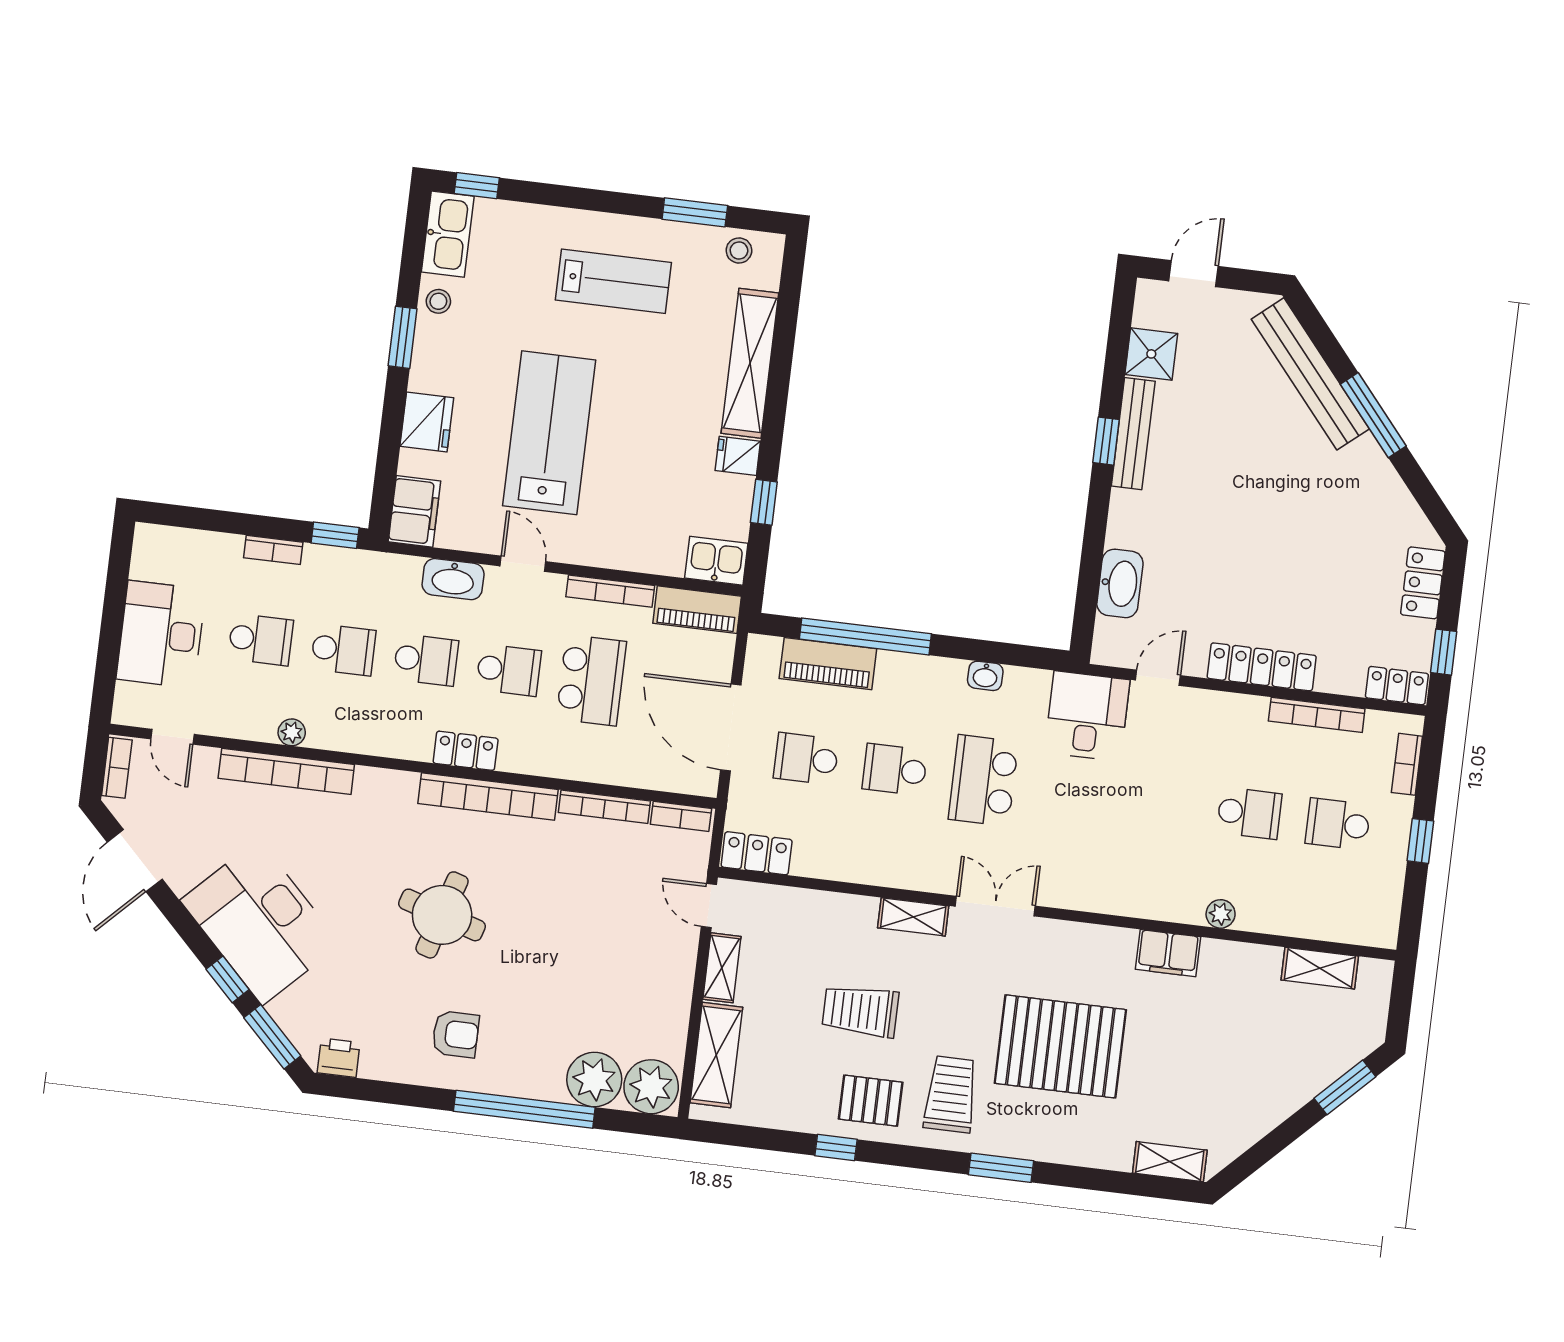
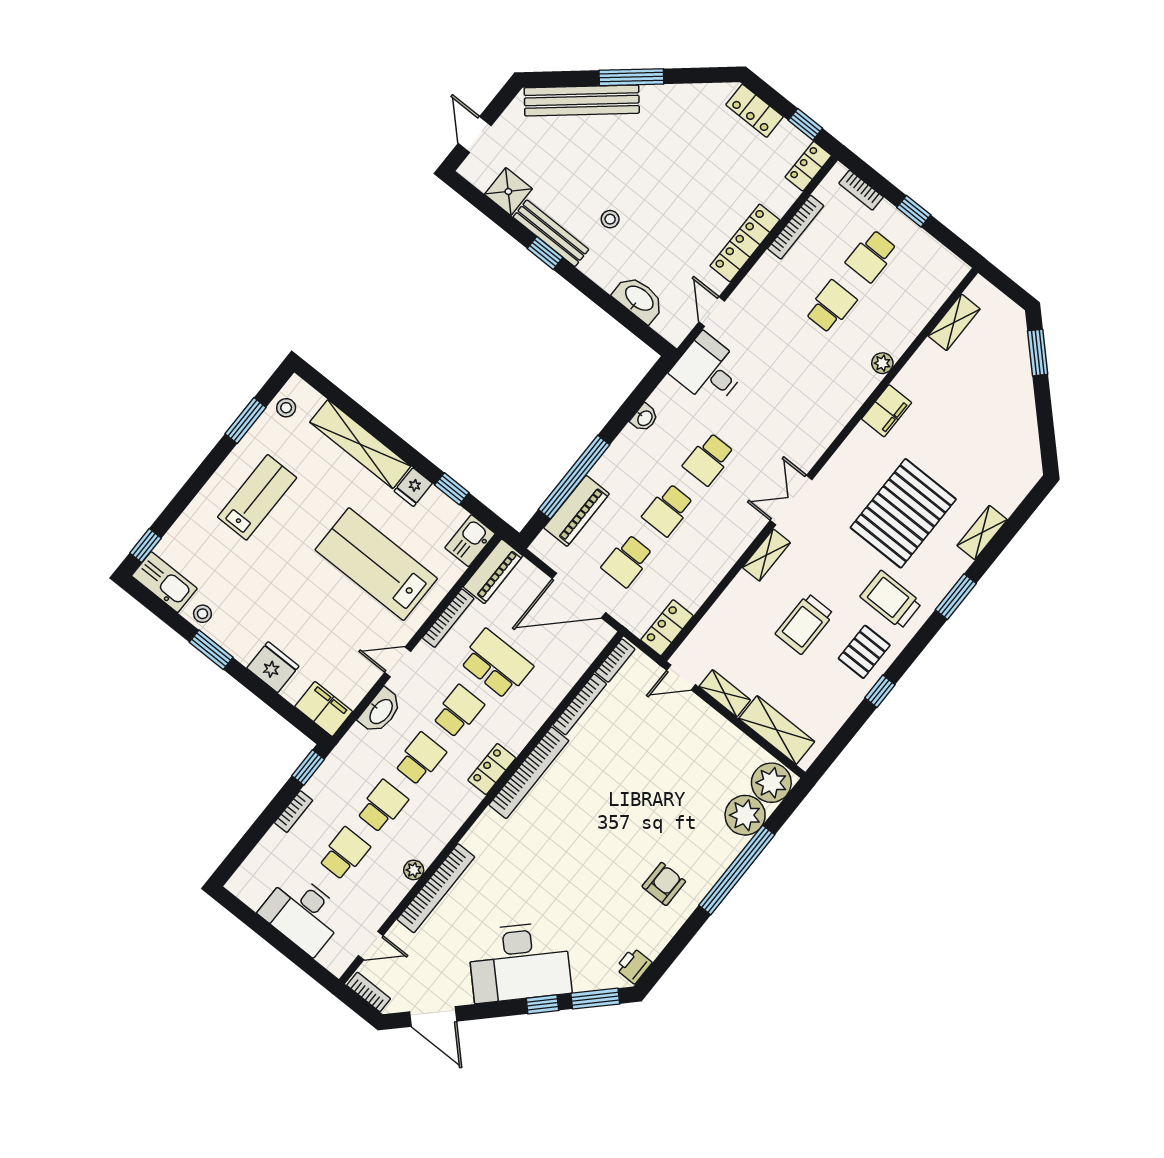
lab bench: (549, 433) -> (376, 564), moved
stool: (1192, 492) -> (610, 219), added
school desk: (983, 780) -> (709, 459), width x0.54
round table: (442, 915) -> (585, 847), removed
shelving: (1170, 1162) -> (982, 533), moved

